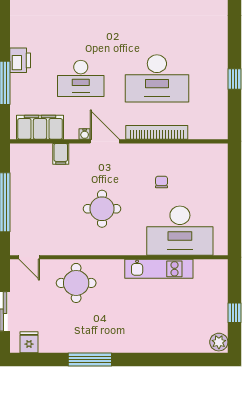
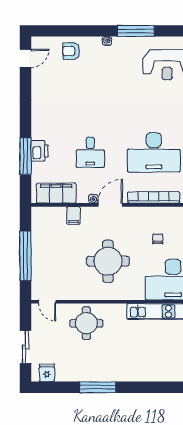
printer: (20, 60) -> (40, 151), moved
desk: (81, 78) -> (90, 152), width x0.73
door: (105, 141) -> (110, 205), hinge flipped
round table: (102, 209) -> (108, 261), width x1.36, depth x1.36

